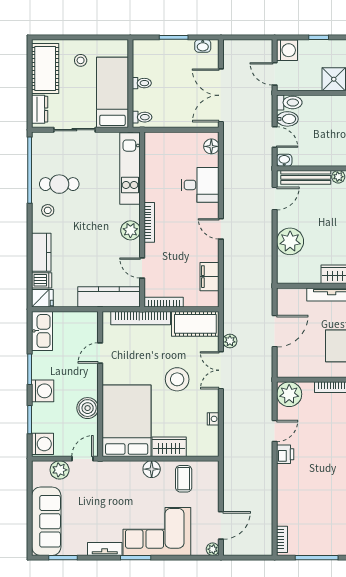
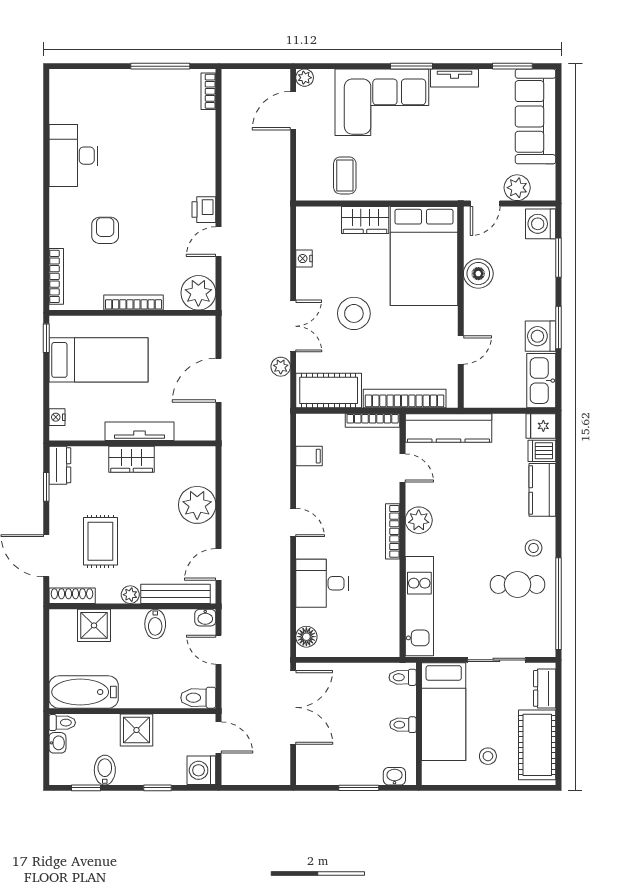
washbasin: (203, 46) -> (394, 776), moved
bidet: (287, 119) -> (155, 624), moved, turned -90
filing cabinet: (209, 277) -> (309, 456), width x0.50
washing machine: (43, 391) -> (540, 336), moved
floor lamp: (152, 469) -> (389, 189), removed

